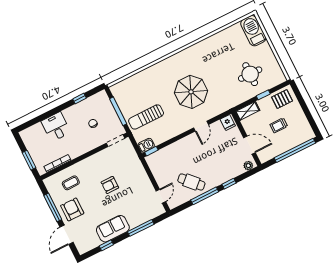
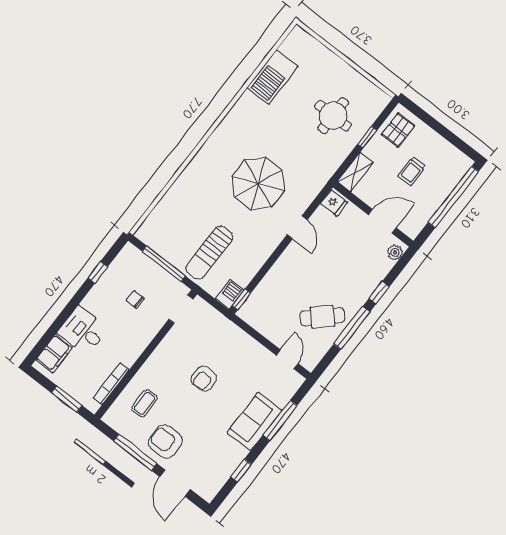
barbecue: (253, 31) -> (273, 77), moved, turned -90
filing cabinet: (34, 132) -> (54, 354), added
sofa: (113, 229) -> (254, 422), moved

